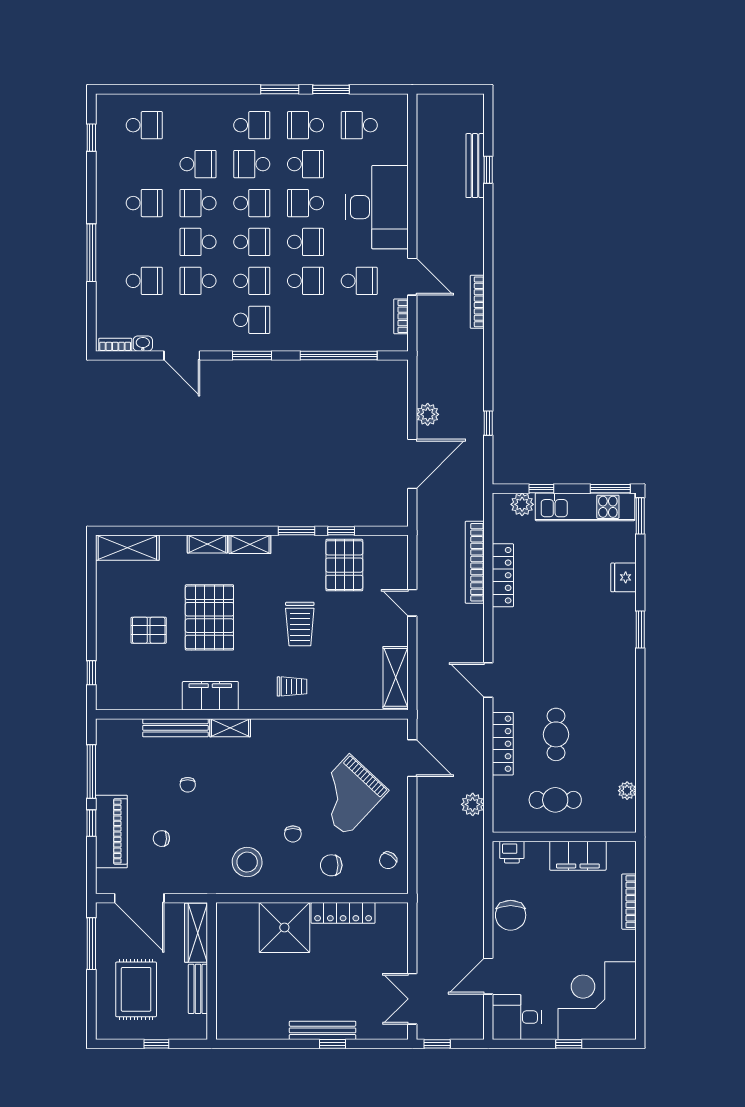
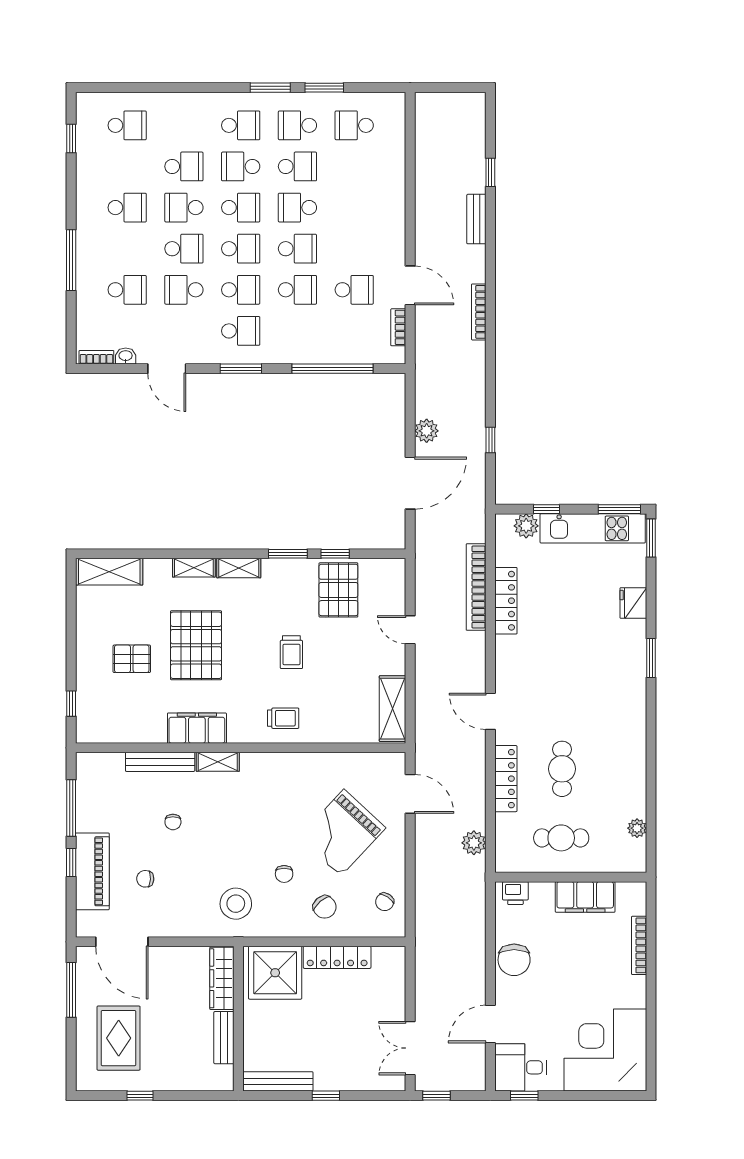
bench: (475, 166) -> (476, 219), moved, width x0.73
desk: (377, 207) -> (373, 212), removed
school desk: (198, 242) -> (184, 249), turned 180
trolley: (300, 624) -> (291, 652), width x0.73, depth x0.72
chair: (331, 865) -> (325, 907), turned -130
wardrobe: (196, 933) -> (222, 978), moved
wall: (212, 971) -> (238, 1019), moved
bench: (198, 989) -> (224, 1038), moved
bench: (323, 1030) -> (278, 1081), moved
window: (569, 1044) -> (524, 1096), moved

